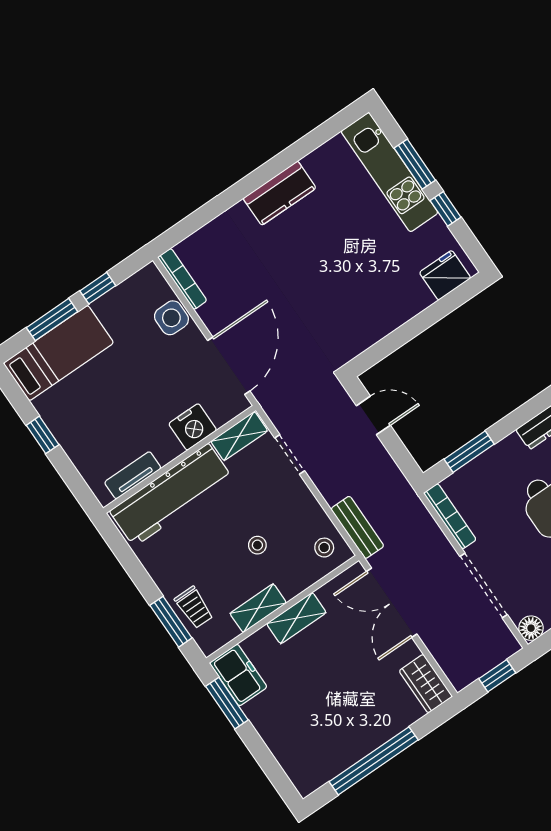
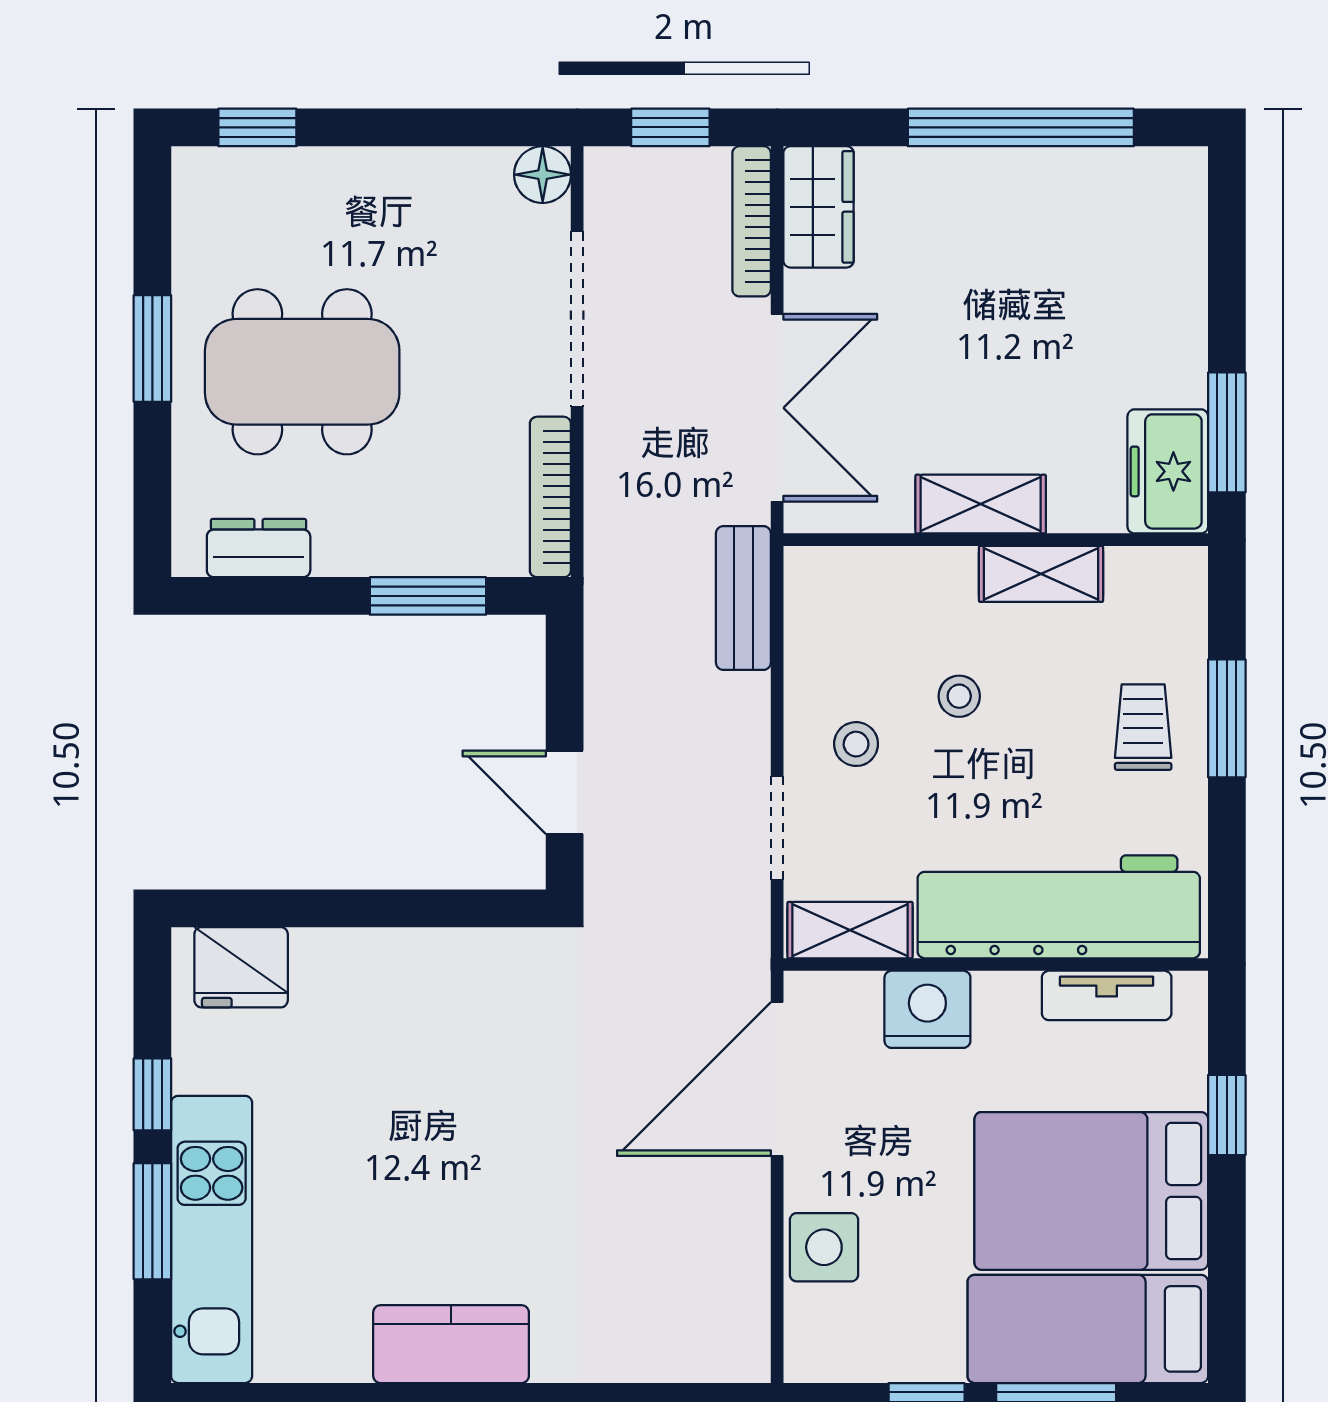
bookcase: (182, 279) -> (752, 221), moved
bed: (91, 403) -> (1091, 1191), added
window: (43, 435) -> (1227, 1115), moved
stool: (324, 548) -> (856, 744), moved
trolley: (194, 607) -> (1143, 727), moved
window: (171, 622) -> (1227, 718), moved

